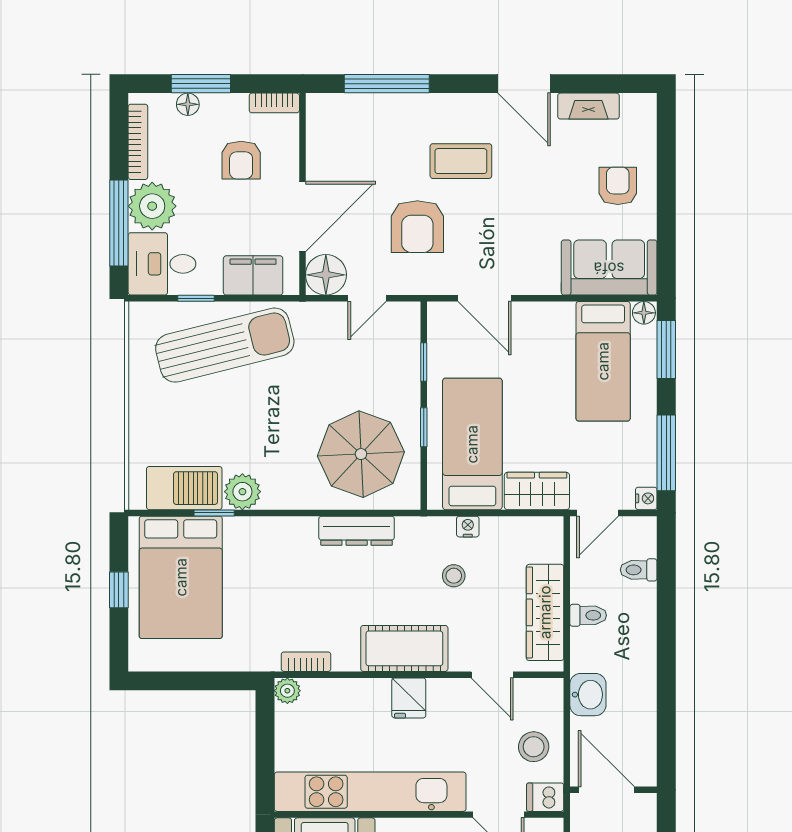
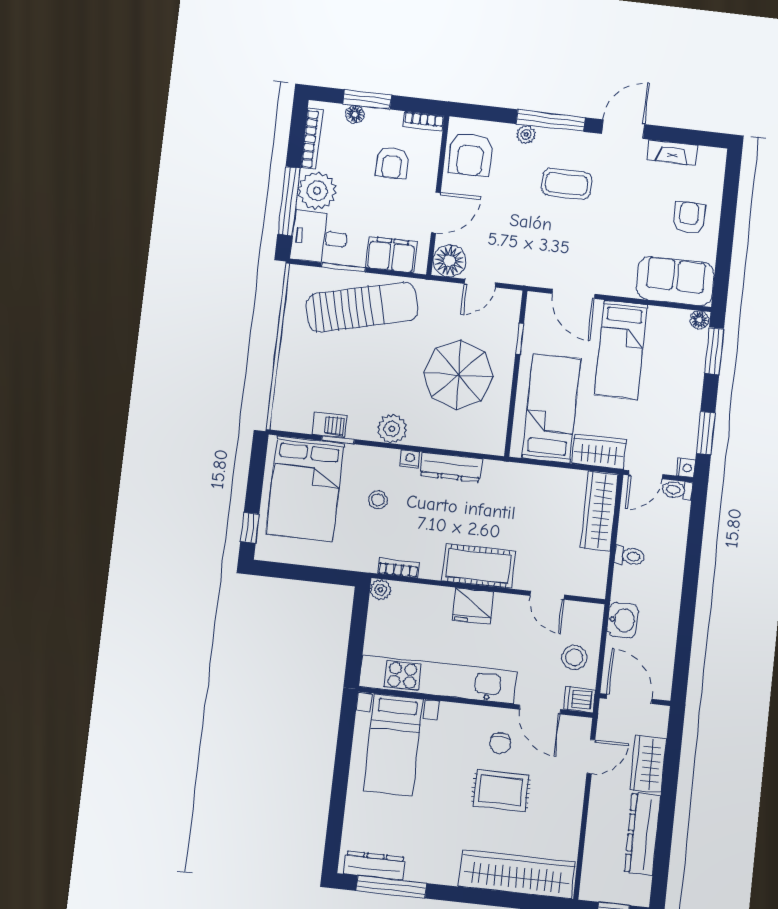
window: (387, 84) -> (551, 121), moved
door: (524, 84) -> (623, 129), swing flipped
plant: (404, 105) -> (526, 135), added
door: (302, 216) -> (436, 213), width x0.73
armchair: (417, 227) -> (470, 155), moved
window: (196, 298) -> (343, 267), width x1.50
bed: (603, 361) -> (621, 350), moved
window: (424, 427) -> (514, 391), removed
window: (666, 453) -> (706, 433), width x0.69
parasol: (361, 454) -> (458, 374), moved
barbecue: (184, 488) -> (330, 425), width x0.53, depth x0.65
plant: (242, 492) -> (392, 429), moved
nightstand: (468, 527) -> (410, 459), moved
toilet: (639, 570) -> (677, 490), moved
stool: (454, 576) -> (378, 500), moved
window: (119, 590) -> (250, 528), moved
wardrobe: (545, 612) -> (599, 511), moved
fridge: (409, 698) -> (473, 606), width x1.38

